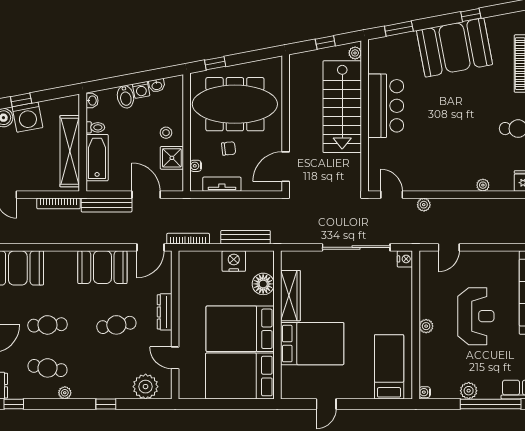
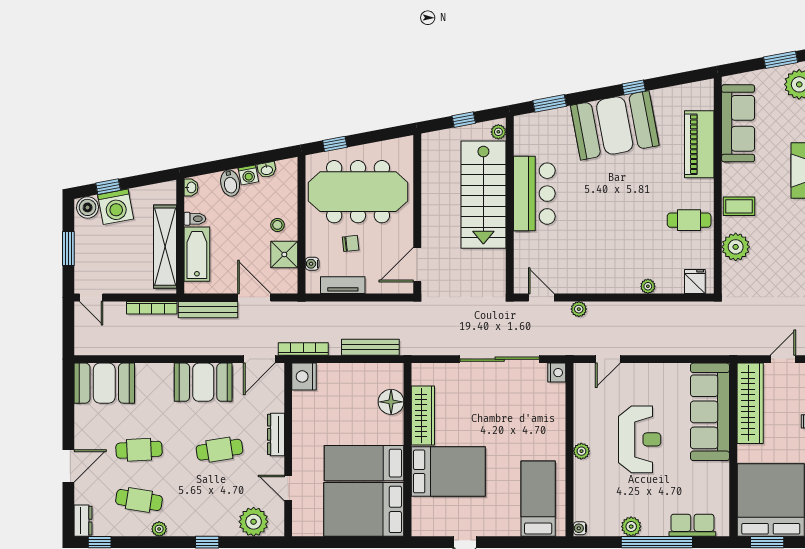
nightstand: (234, 261) -> (304, 376), moved, turned -90
bed: (240, 329) -> (364, 463), width x0.67

